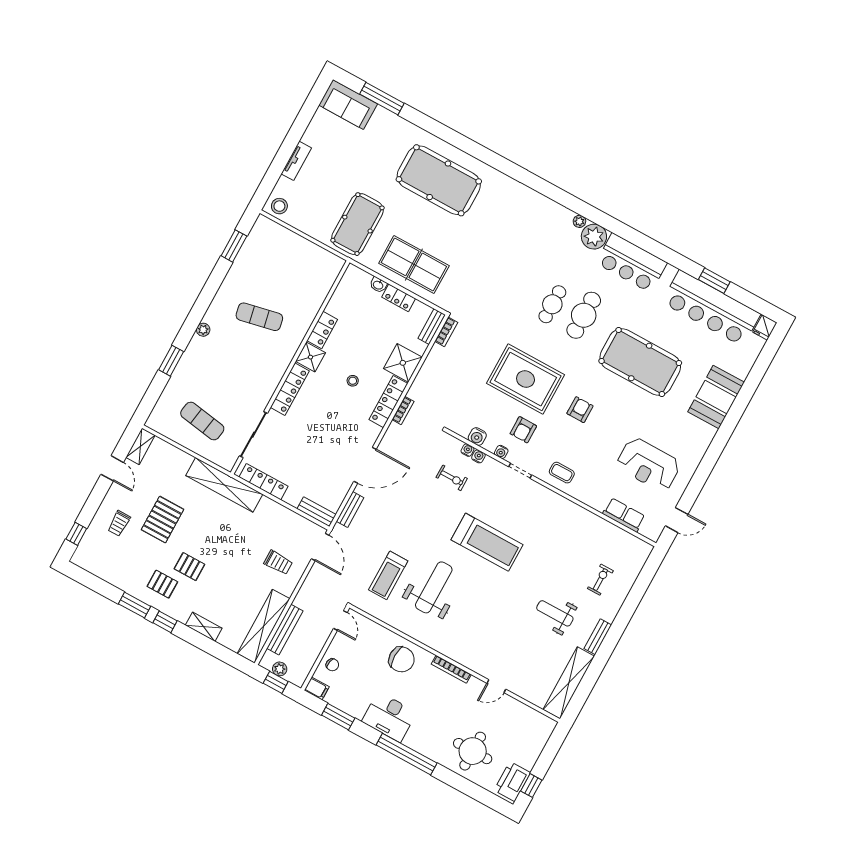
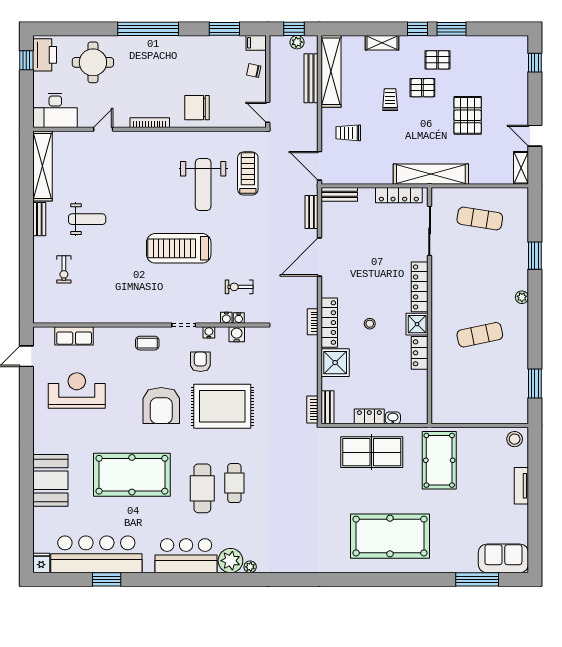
armchair: (580, 410) -> (161, 406), width x1.88, depth x1.88
trolley: (119, 523) -> (390, 100), moved
desk: (389, 717) -> (55, 110), moved, turned 180

